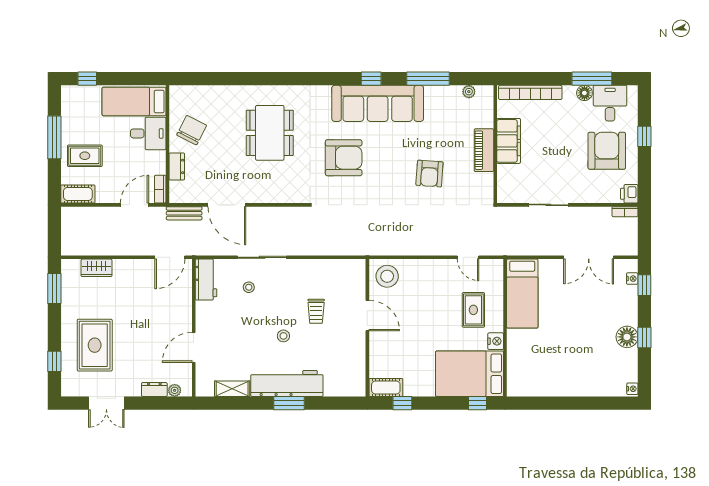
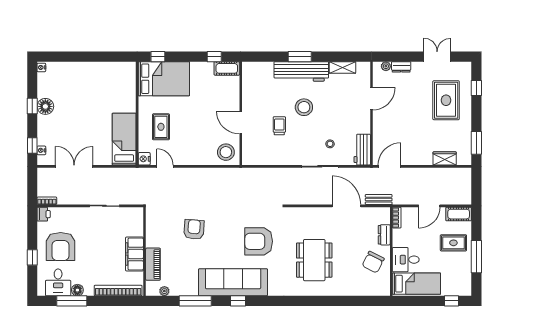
piano: (484, 150) -> (153, 264), moved
door: (135, 205) -> (429, 206), moved
stool: (283, 336) -> (304, 107), width x1.89, depth x1.89
nightstand: (496, 341) -> (144, 159), moved

